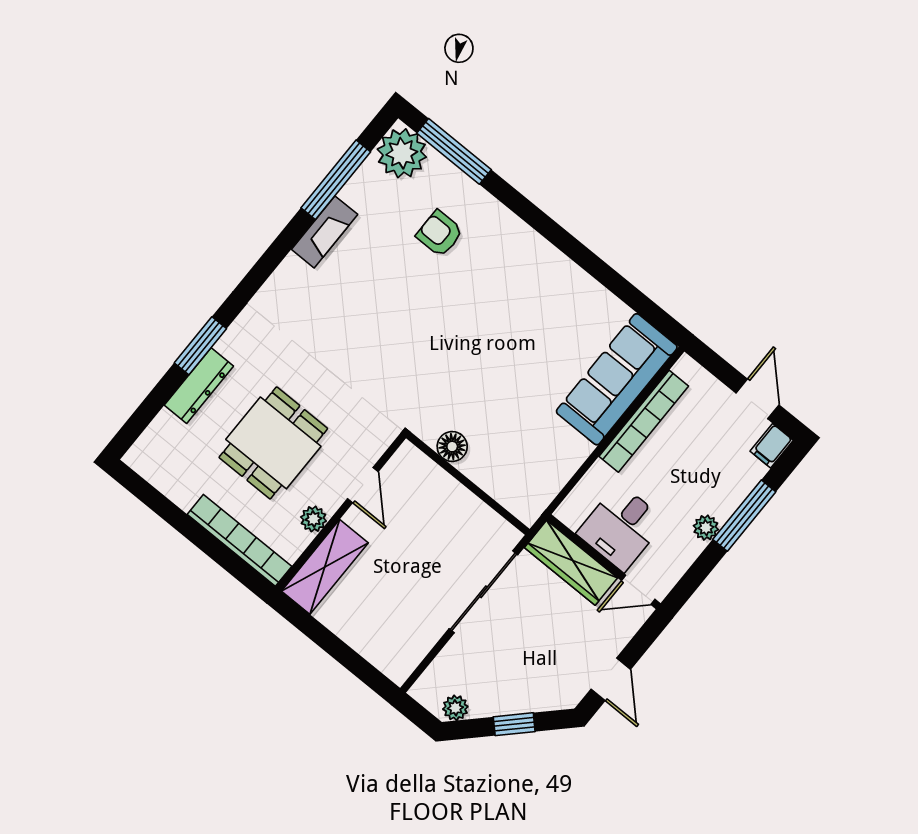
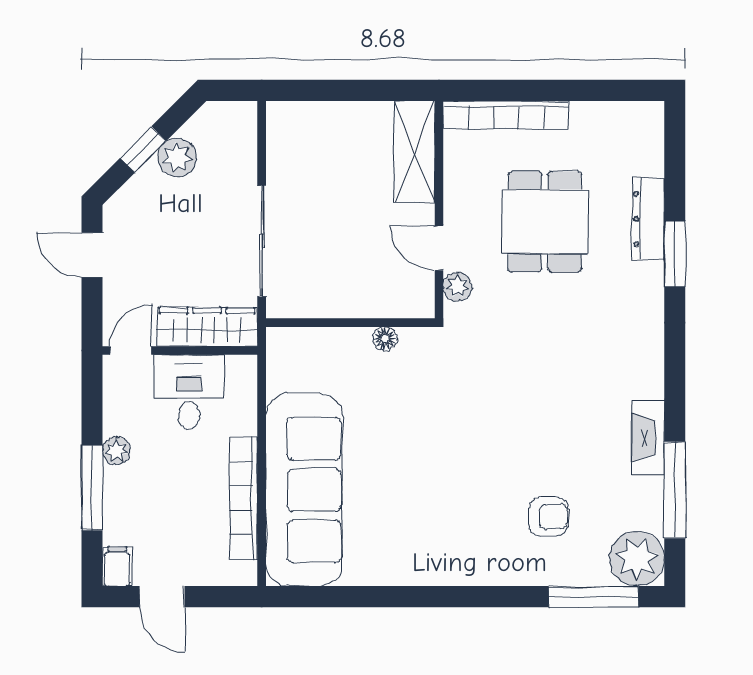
sofa: (617, 379) -> (304, 490), width x1.36, depth x1.27
floor lamp: (452, 447) -> (385, 339), width x0.73, depth x0.73
plant: (313, 519) -> (458, 287), moved
plant: (455, 708) -> (177, 158), moved, width x1.38, depth x1.38

